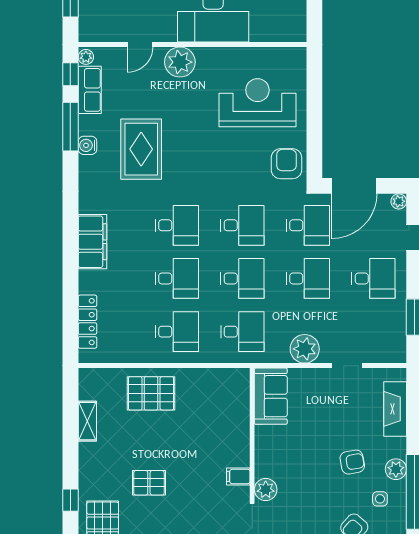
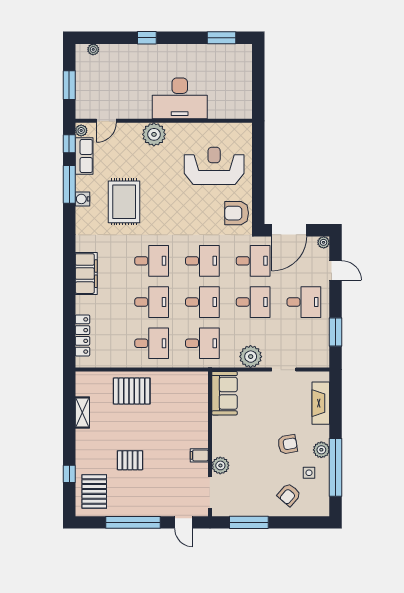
door: (140, 44) -> (106, 121), moved
armchair: (286, 164) -> (237, 213), turned -90

